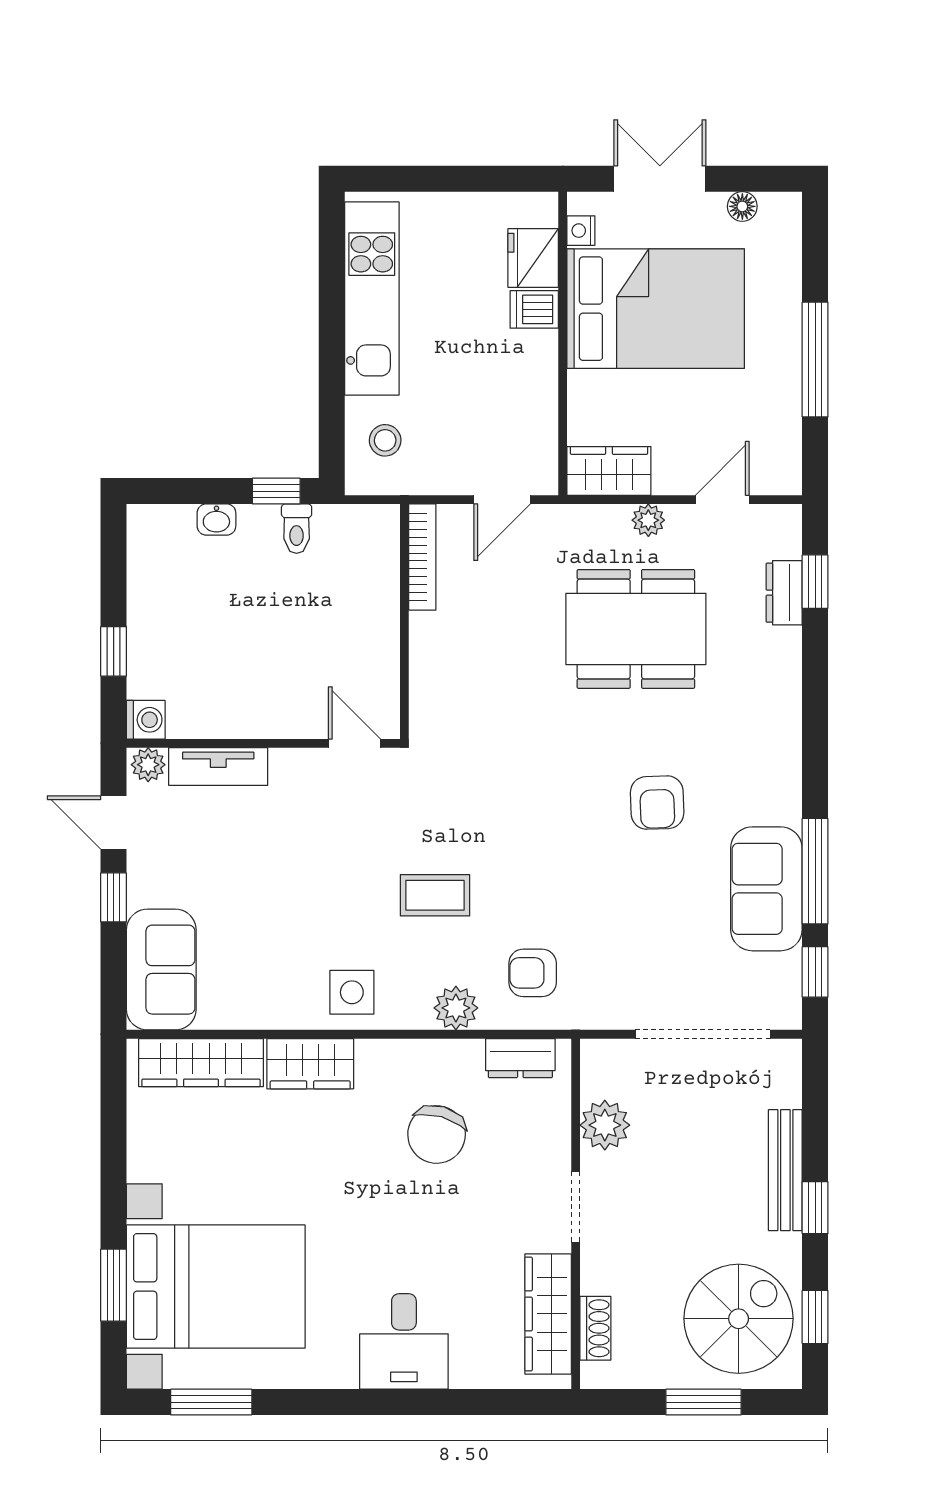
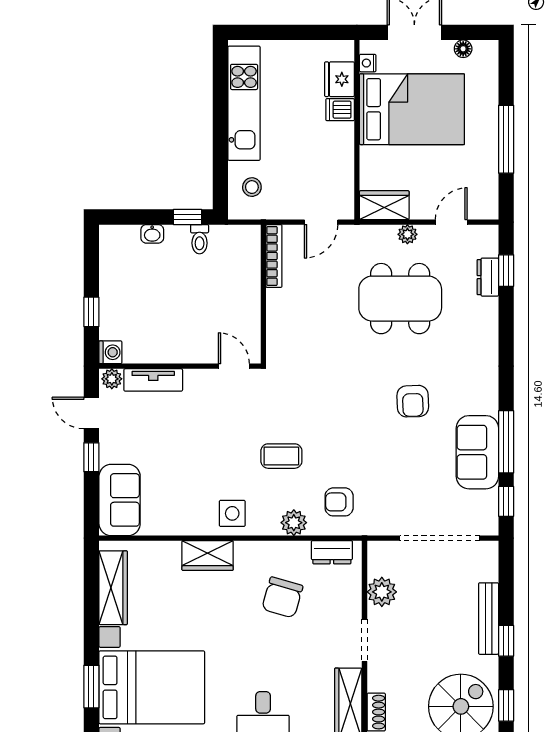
wardrobe: (201, 1063) -> (113, 588), moved, turned -90

